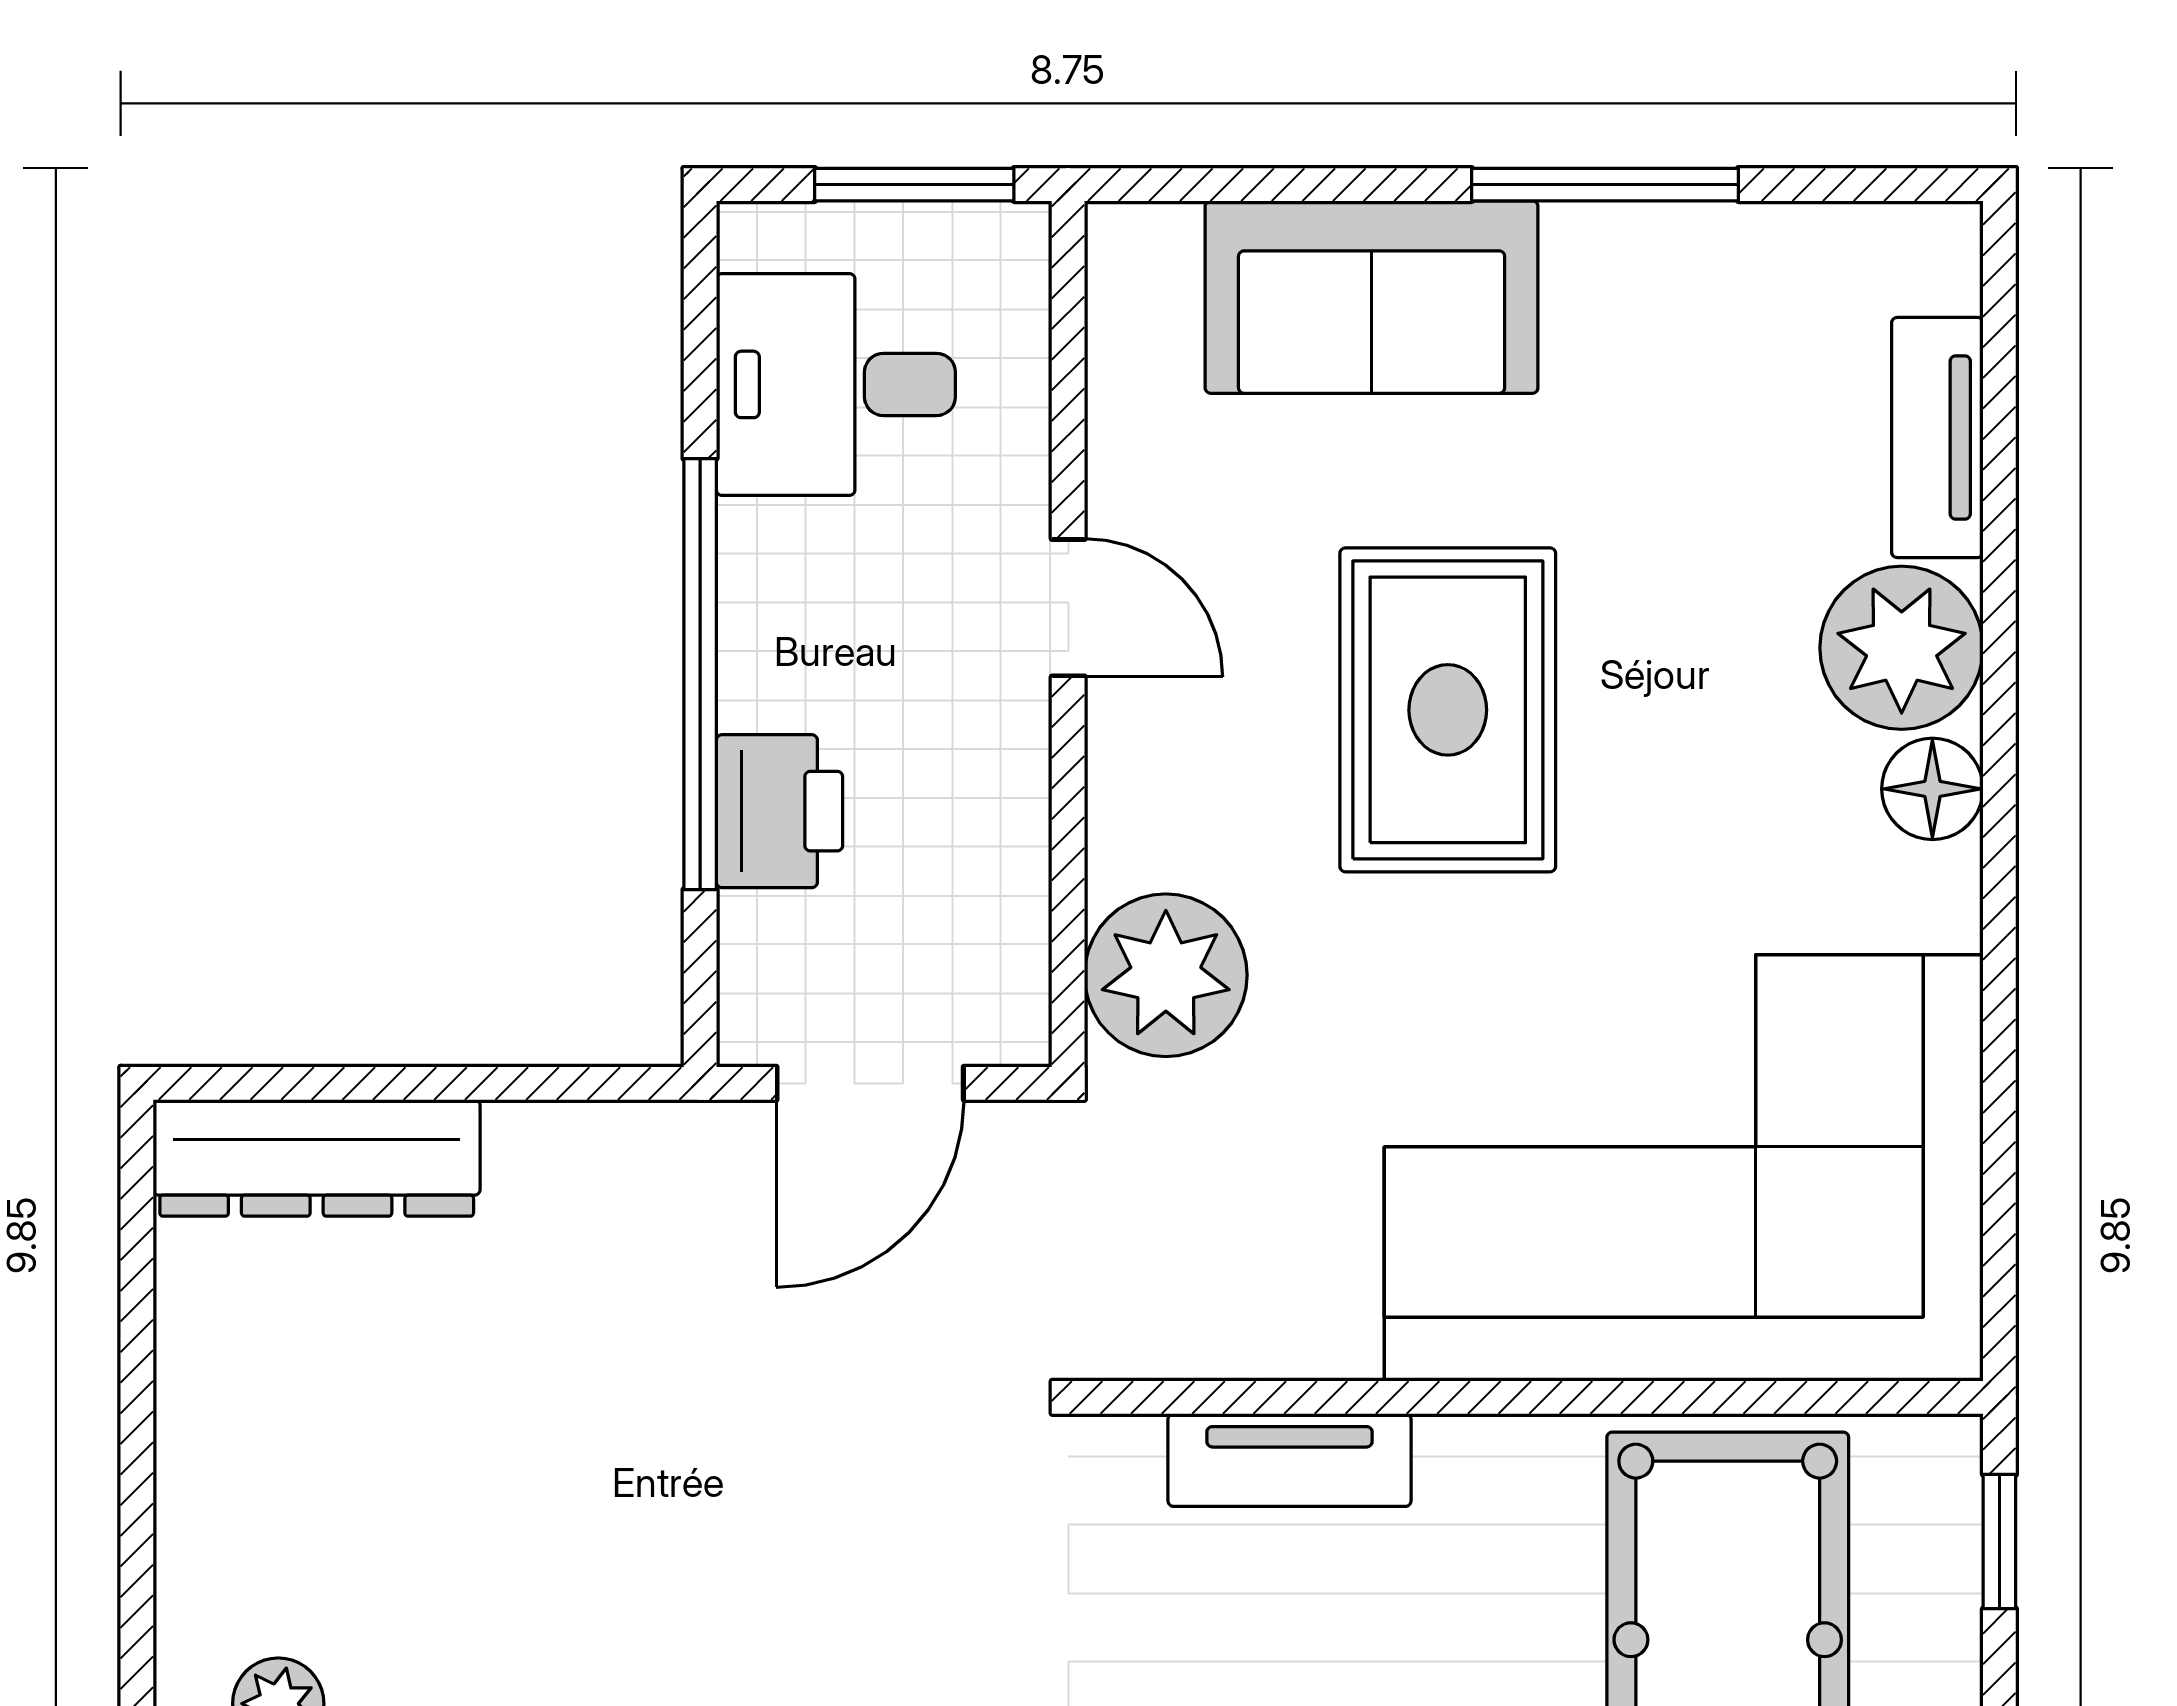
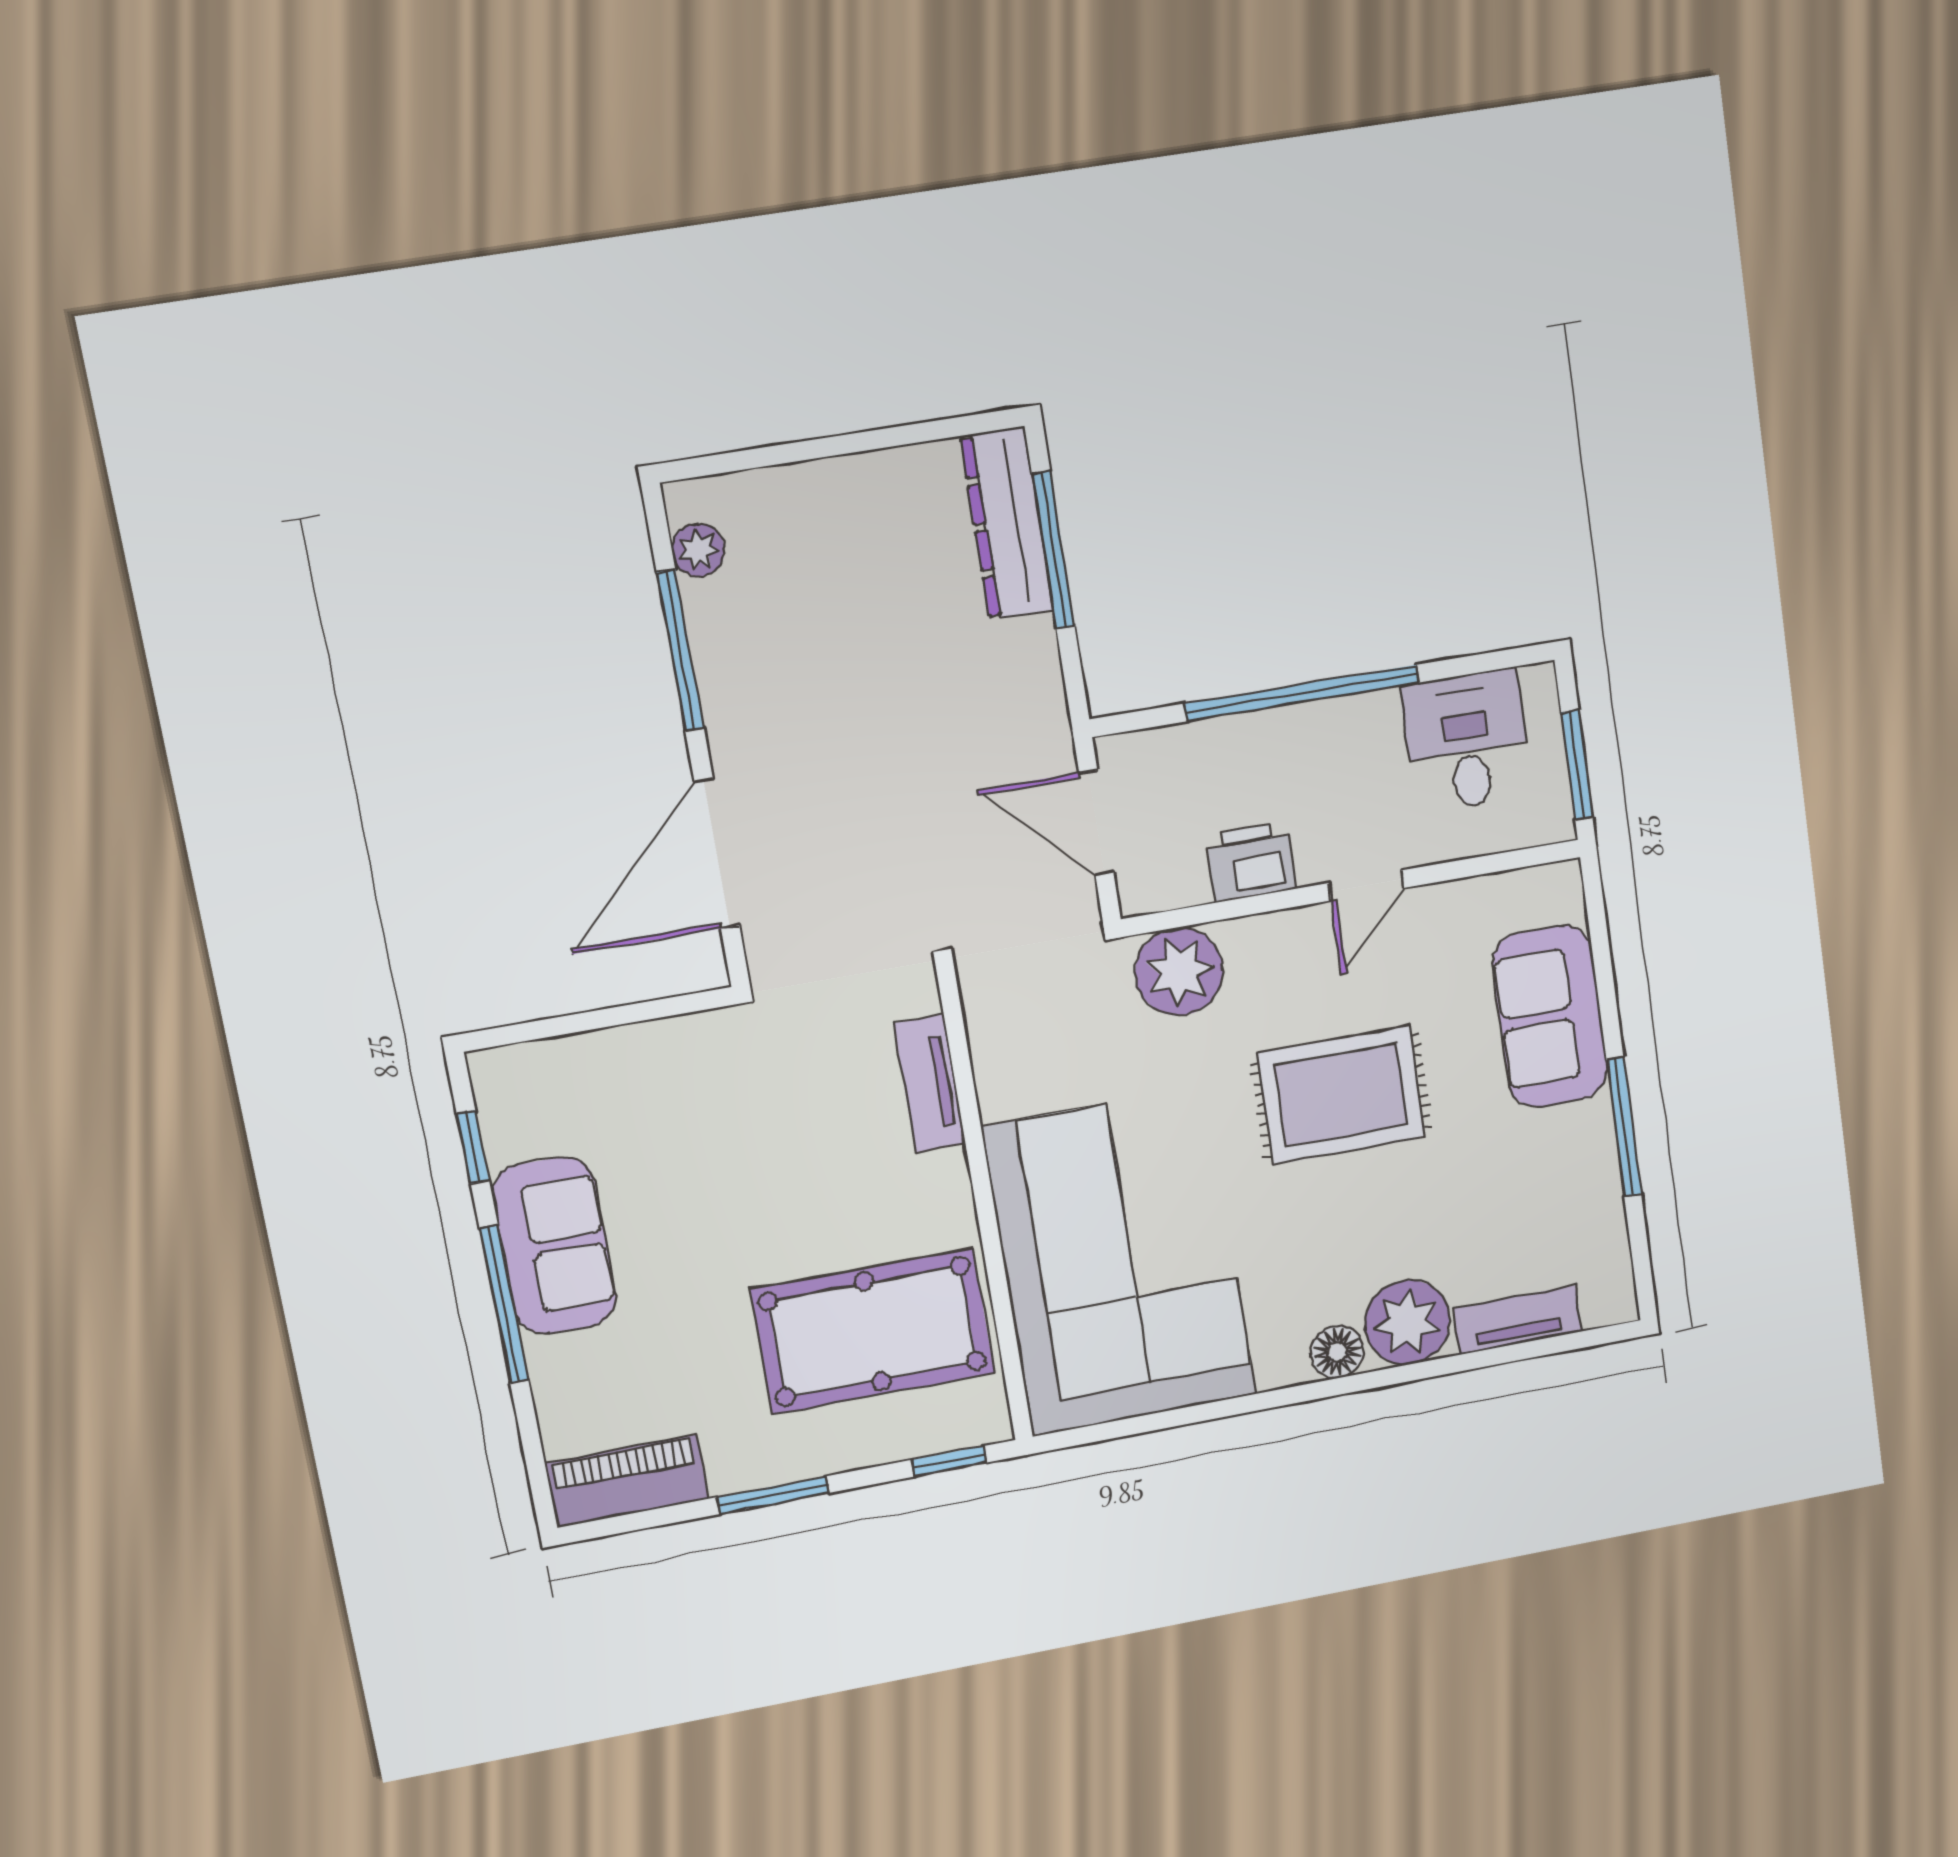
printer: (779, 811) -> (1250, 862), moved, turned 180
window: (377, 1083) -> (1053, 551), added

